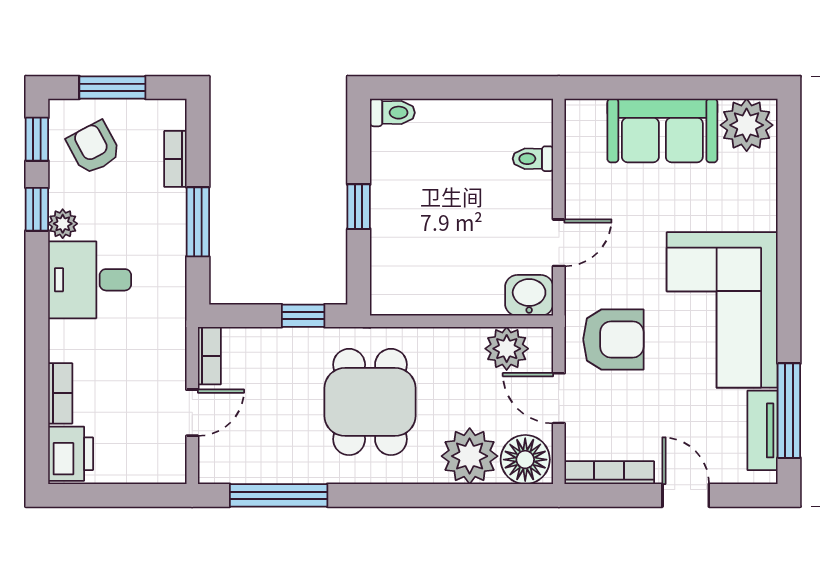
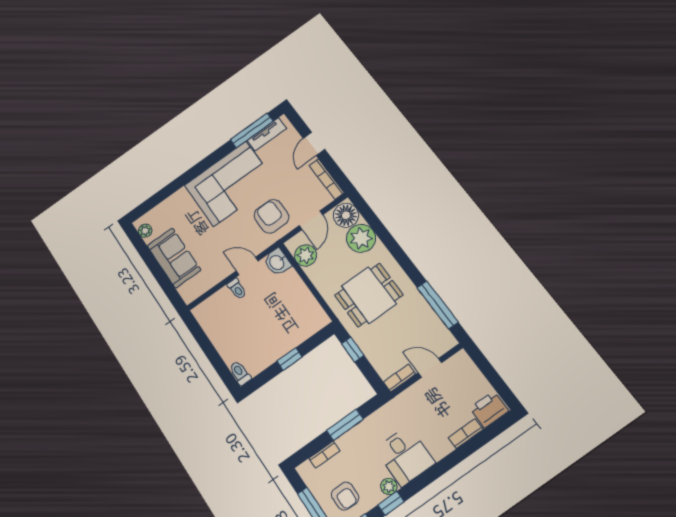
plant: (747, 125) -> (145, 231), width x0.53, depth x0.53
armchair: (94, 148) -> (345, 496), turned -62
toilet: (533, 159) -> (237, 289), moved

